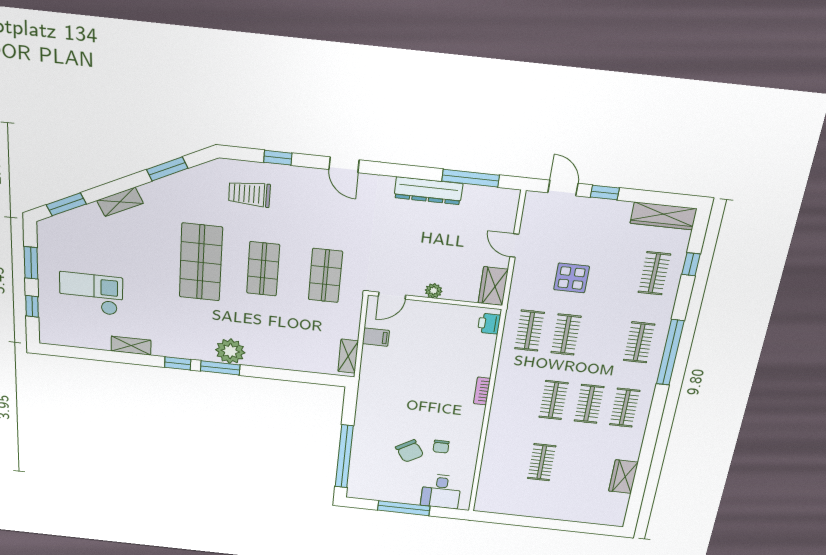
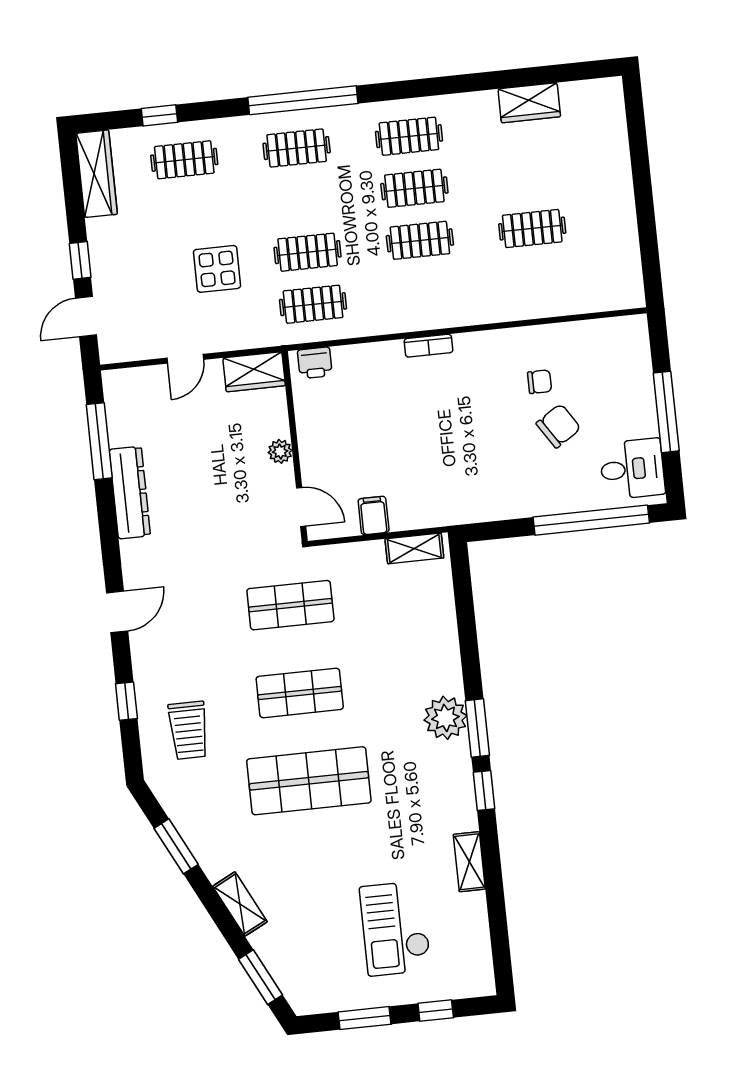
desk: (441, 491) -> (632, 469), moved

